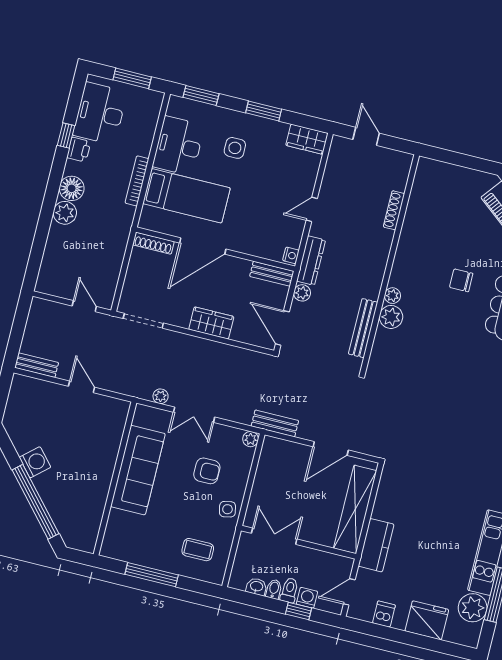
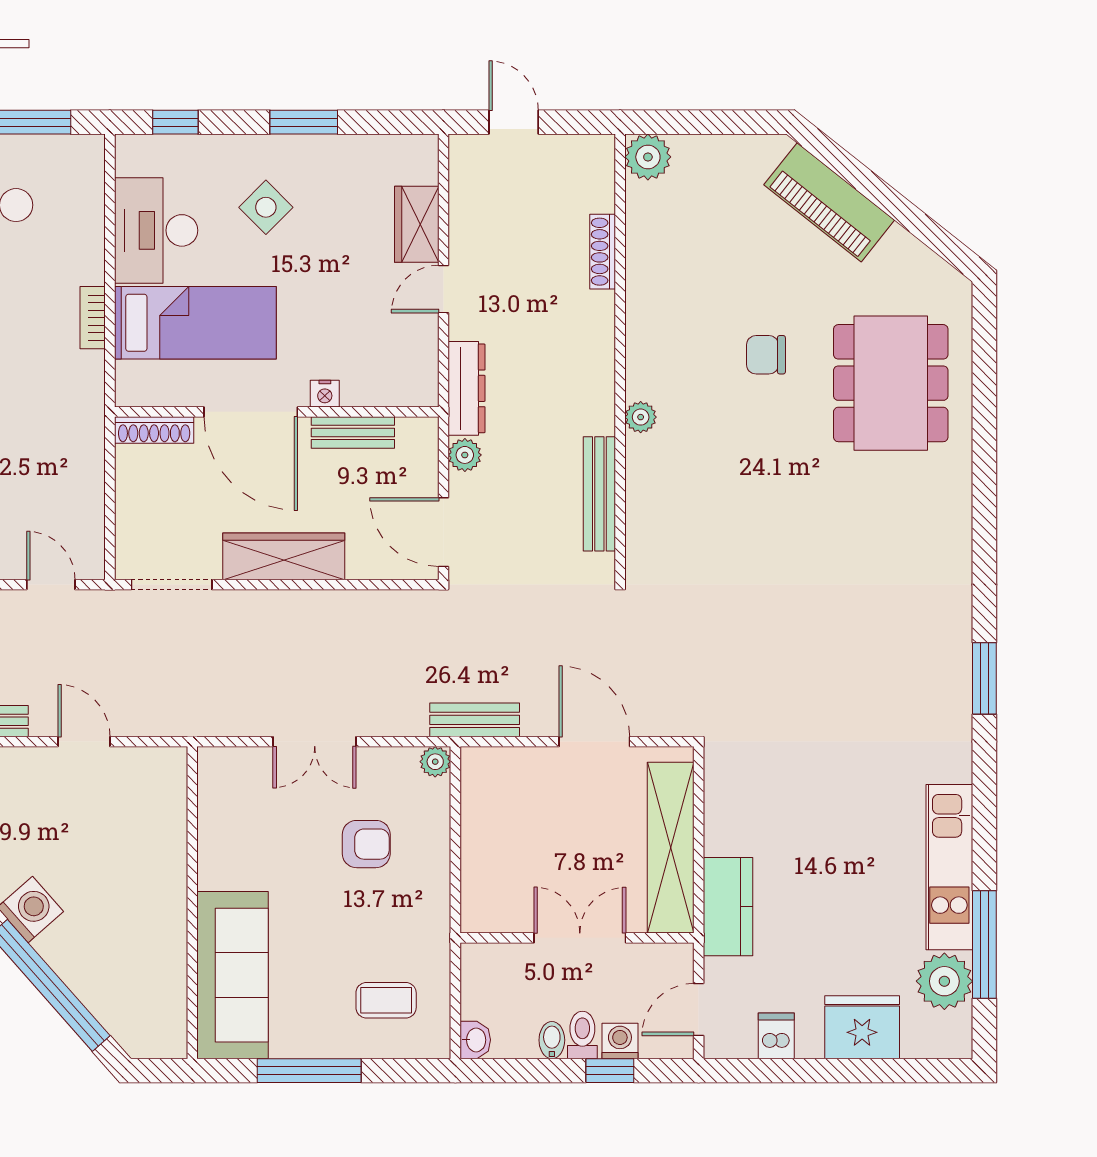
window: (201, 95) -> (175, 122), width x0.67
wardrobe: (307, 139) -> (417, 224), moved, turned 90
side table: (235, 148) -> (266, 207), turned 45
bookcase: (137, 181) -> (93, 318), width x0.64
door: (203, 246) -> (251, 412), hinge flipped
nightstand: (291, 255) -> (325, 394), moved, turned 90
bench: (272, 274) -> (353, 432), moved
plant: (391, 317) -> (648, 157), moved
wardrobe: (211, 323) -> (284, 556), width x1.50
plant: (161, 396) -> (241, 722), removed
door: (331, 448) -> (594, 742), swing flipped
sofa: (138, 470) -> (233, 975), moved
side table: (227, 509) -> (424, 908), removed
double door: (274, 536) -> (580, 938), moved
washbasin: (256, 587) -> (475, 1040), moved, turned 90

